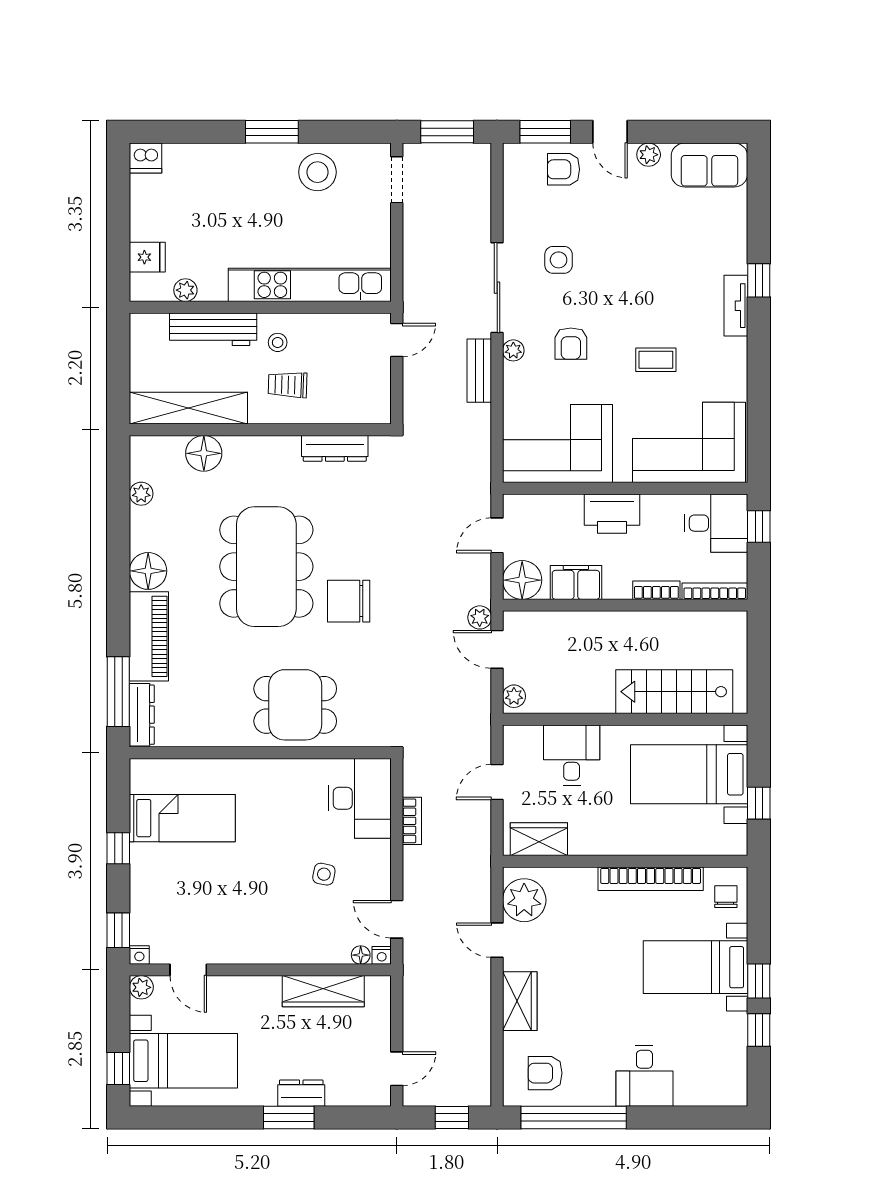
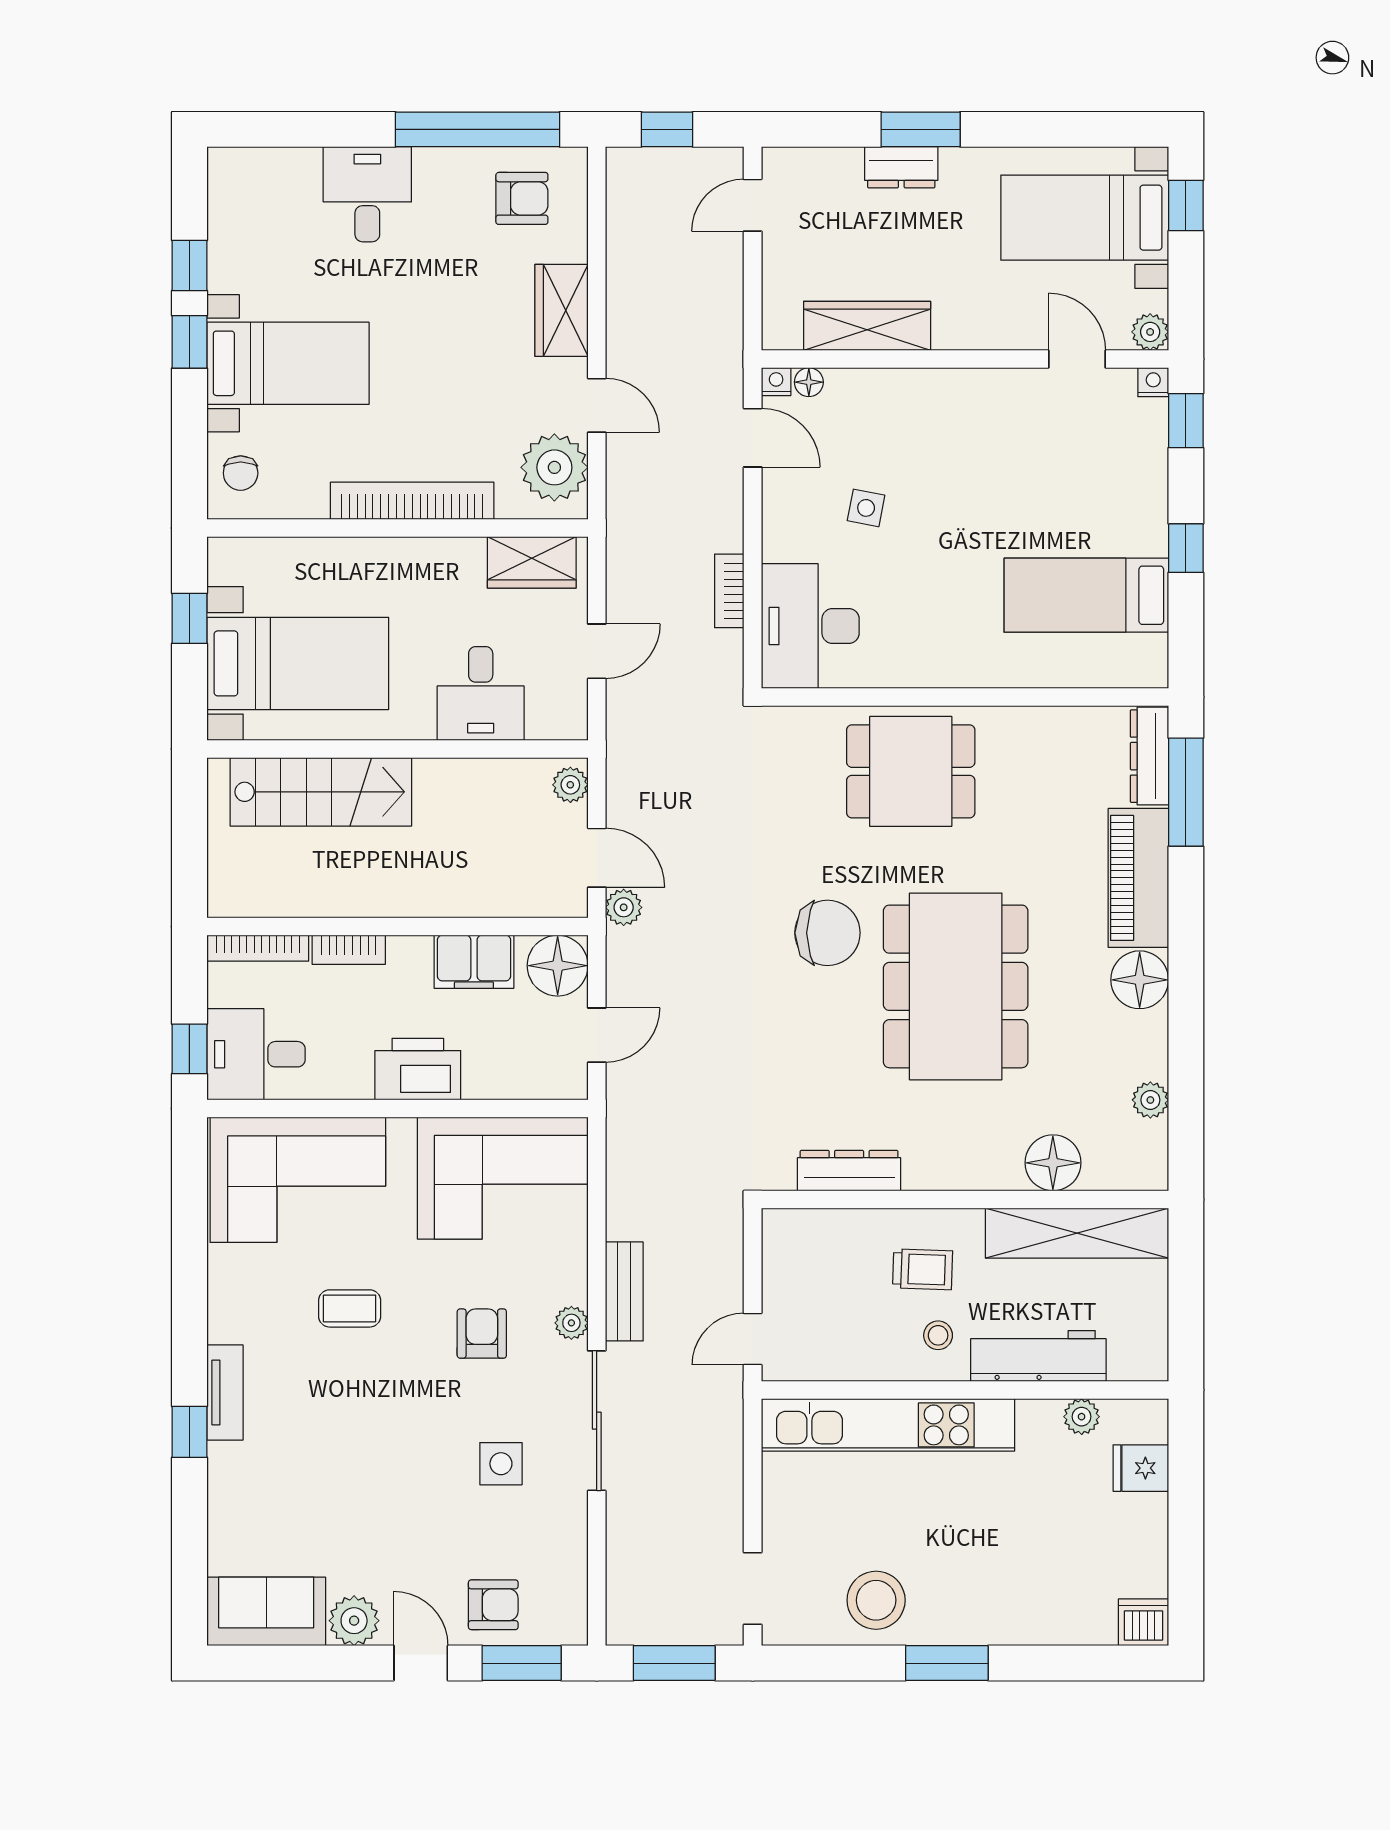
plant: (649, 155) -> (354, 1621), width x1.38, depth x1.38
bookcase: (651, 879) -> (412, 501), moved

